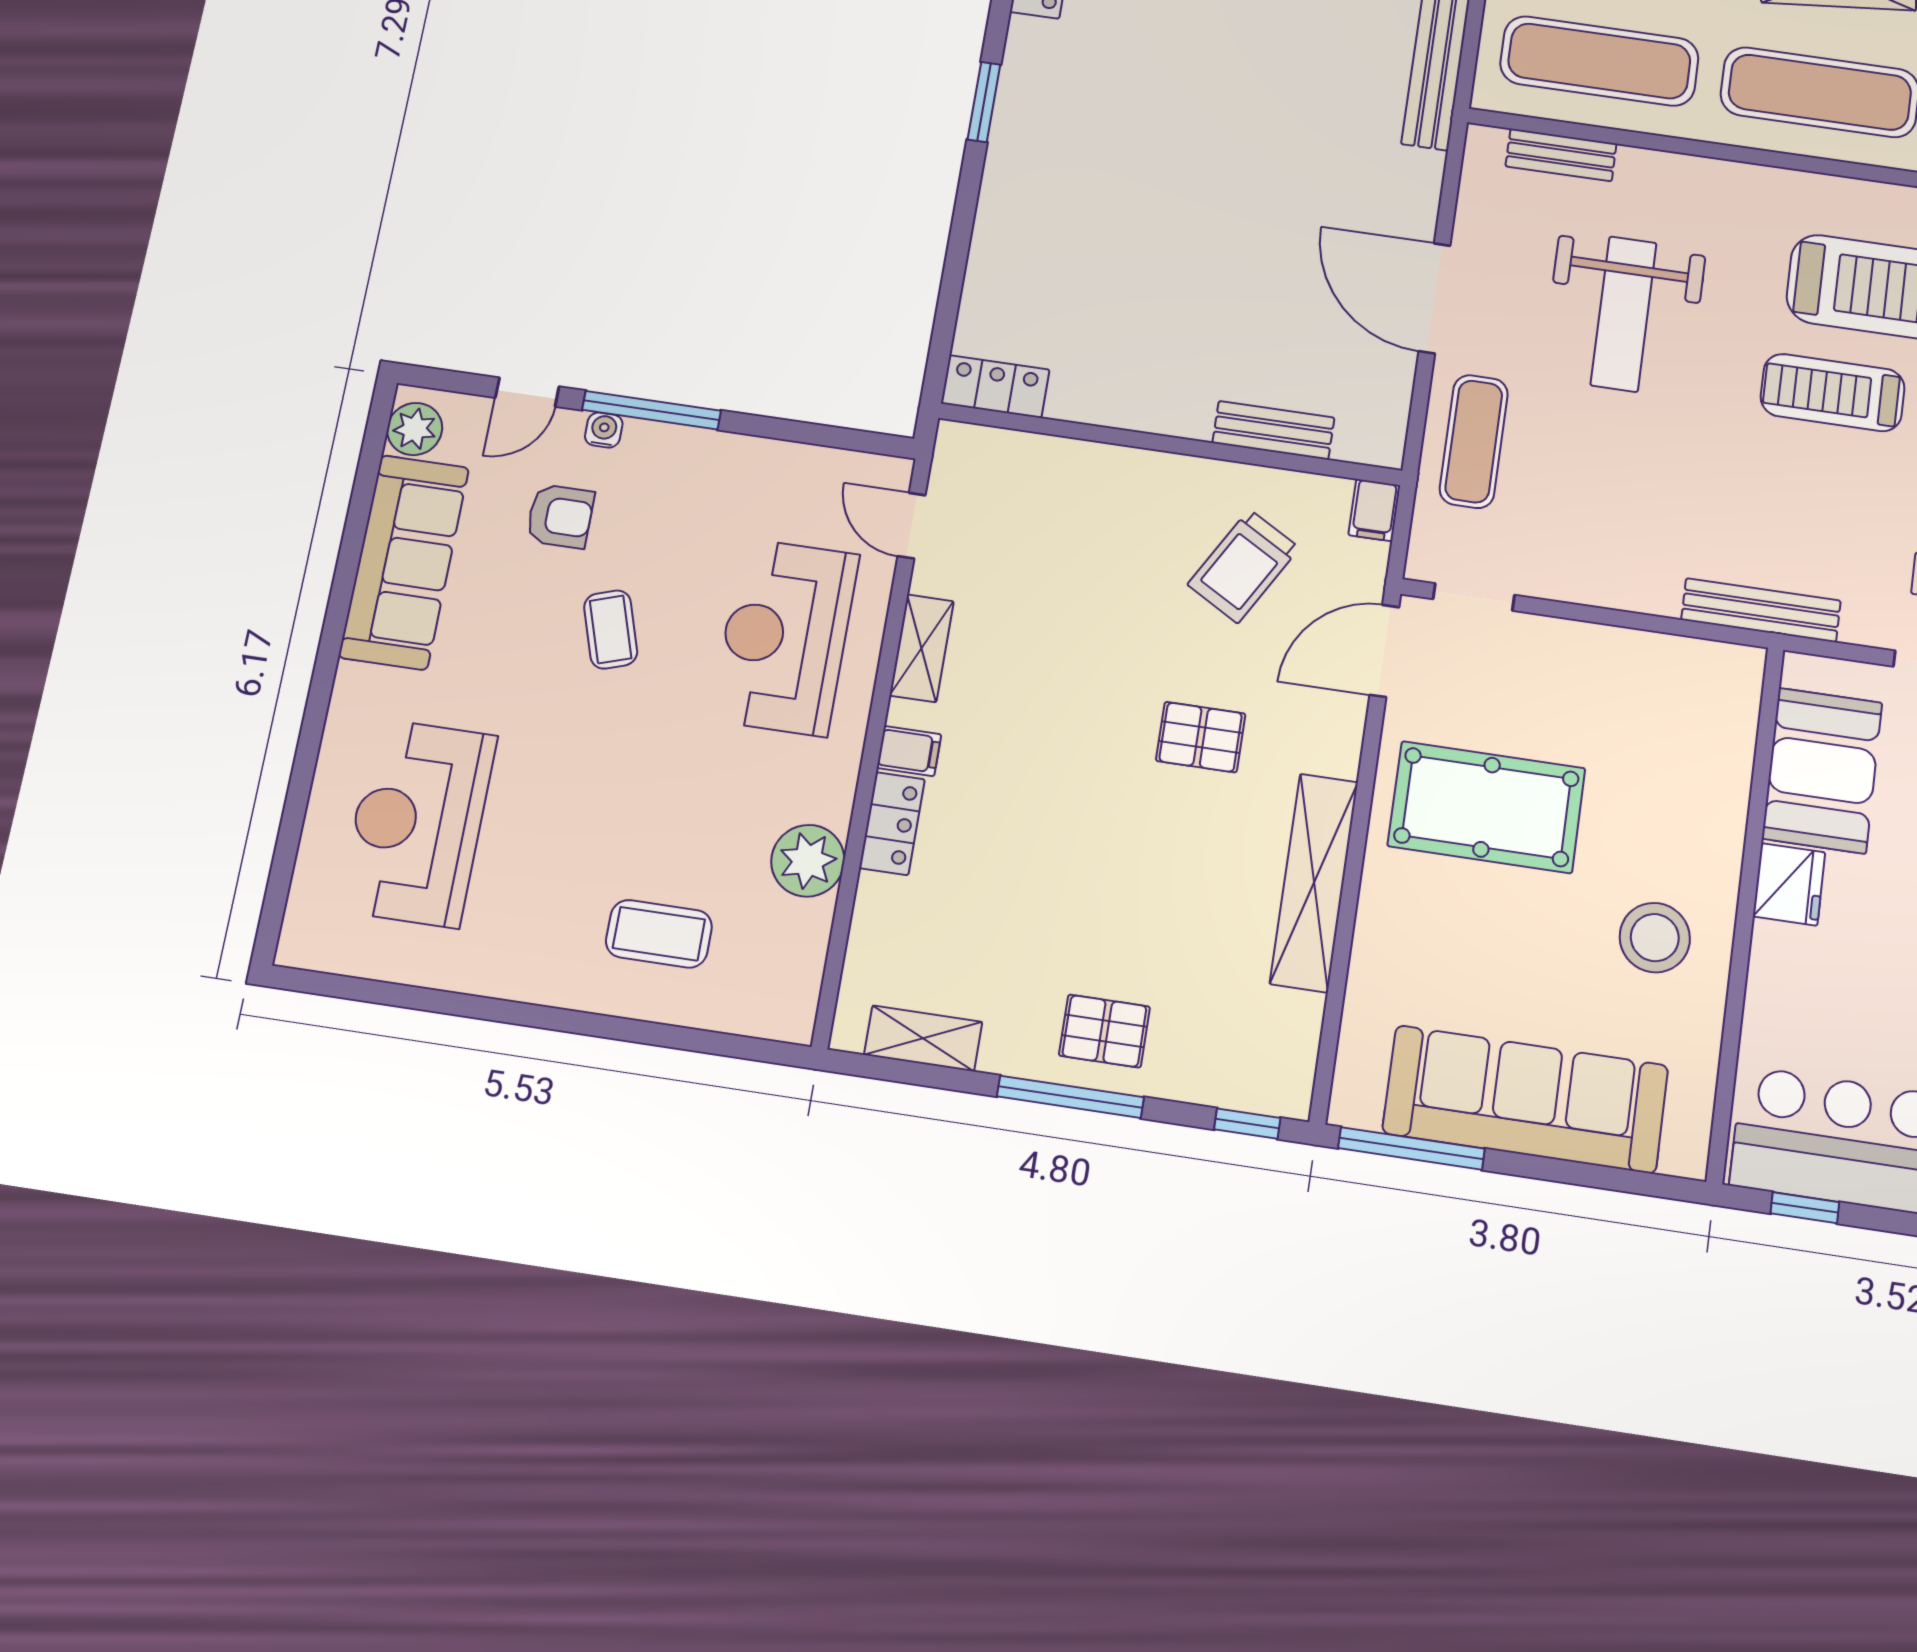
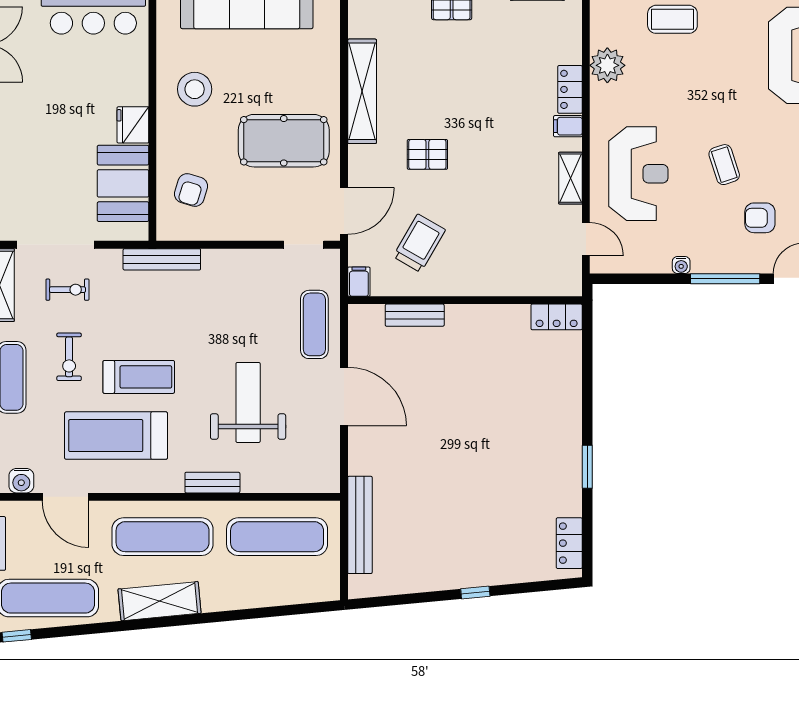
bench: (1561, 155) -> (212, 483), moved
water cooler: (604, 430) -> (681, 265), moved
armchair: (1686, 737) -> (191, 190), added

